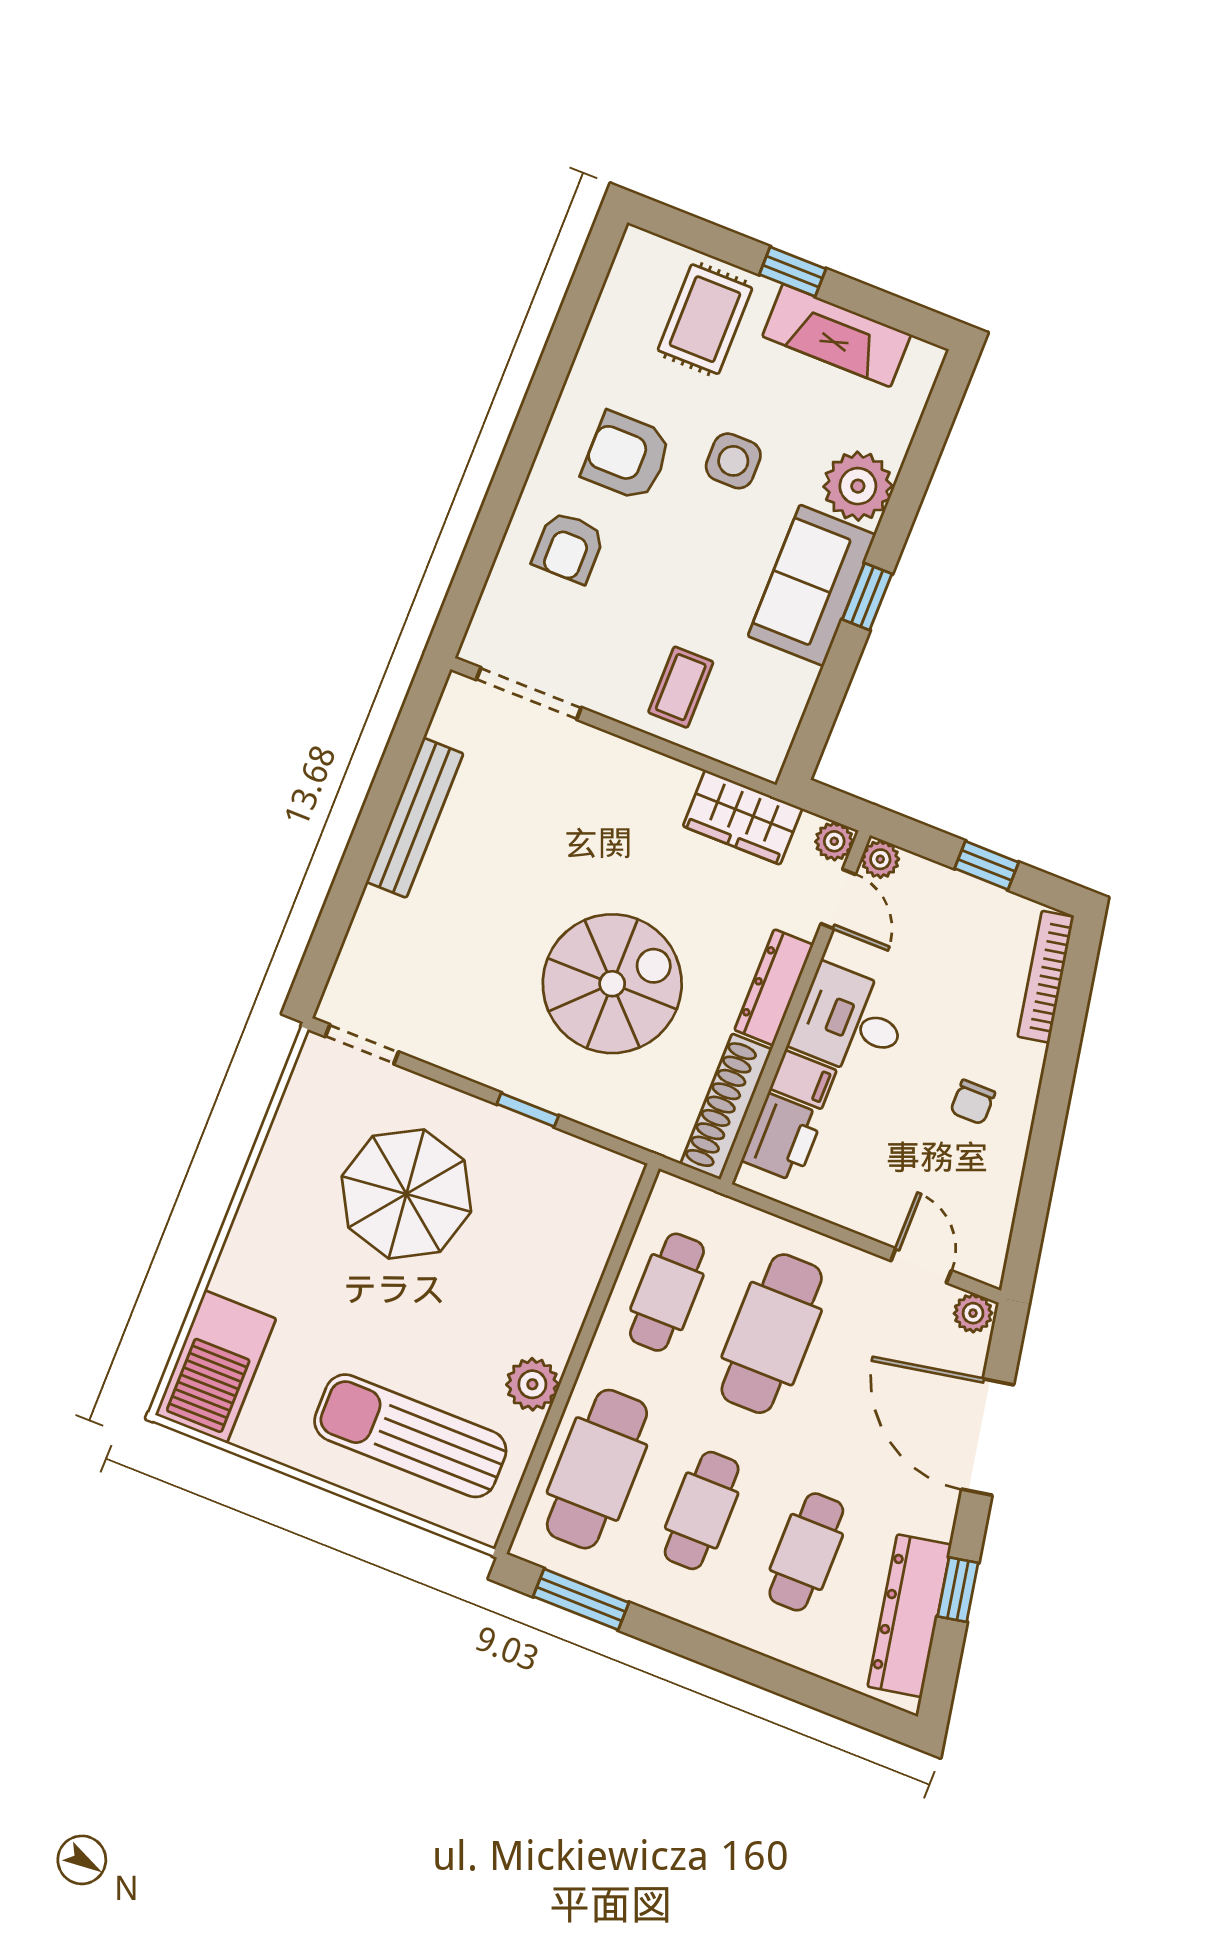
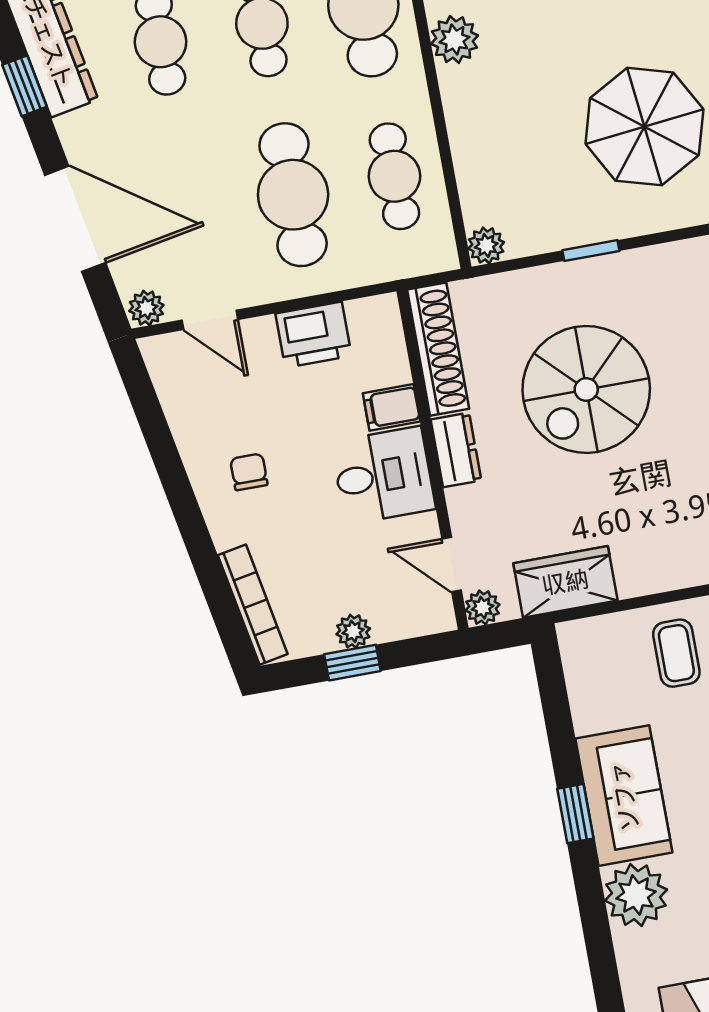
plant: (880, 859) -> (353, 631), moved
dresser: (774, 987) -> (456, 450), width x0.70
printer: (783, 1138) -> (314, 335), moved, turned -90
plant: (622, 1175) -> (486, 245), added

